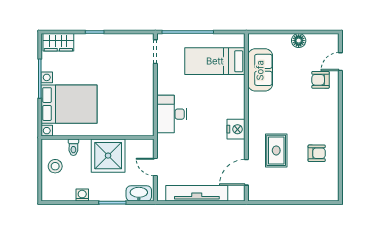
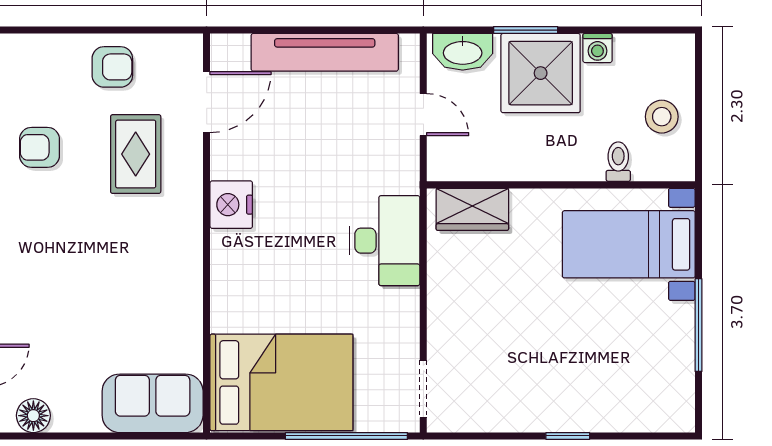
floor lamp: (299, 41) -> (33, 416), moved
wardrobe: (58, 42) -> (472, 209), moved, turned 180
bed: (215, 61) -> (281, 382), width x1.50
sofa: (260, 70) -> (153, 403), moved, turned 90
armchair: (321, 80) -> (112, 67), moved
bed with nightstands: (69, 104) -> (629, 244), width x0.73
shower: (108, 156) -> (541, 73), moved

